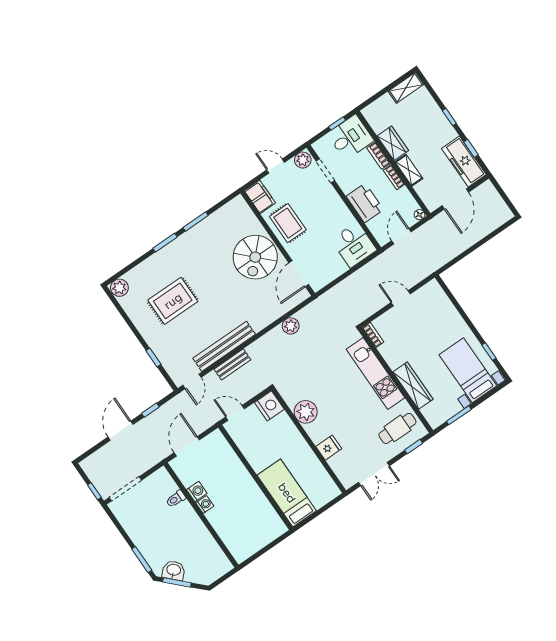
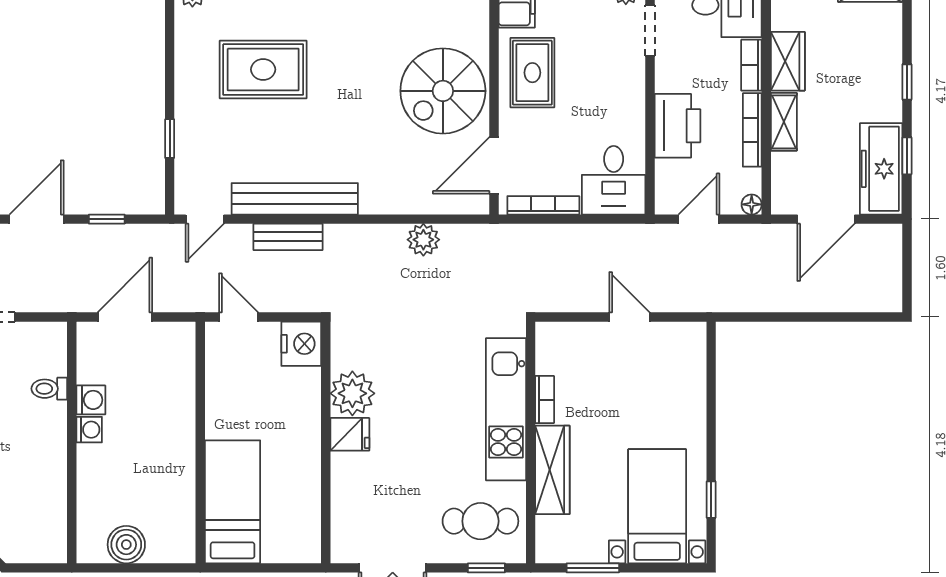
bookcase: (394, 177) -> (752, 130), width x1.56
bookcase: (331, 276) -> (543, 205), added
bookcase: (373, 335) -> (545, 400), moved
fridge: (329, 448) -> (350, 434), moved
boiler: (254, 542) -> (126, 545), added

